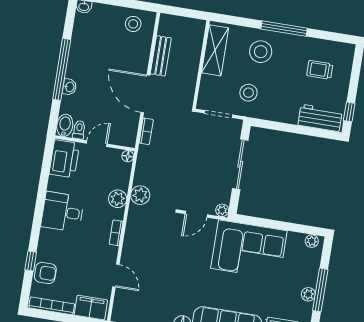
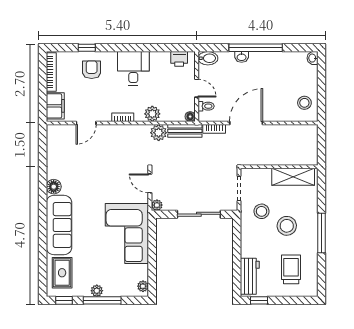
stool: (261, 52) -> (287, 226), moved
bench: (161, 56) -> (185, 131), moved
trolley: (320, 70) -> (291, 269), width x1.36, depth x1.39
toilet: (79, 130) -> (206, 106), moved
printer: (64, 159) -> (179, 59), width x0.53, depth x0.68
armchair: (45, 273) -> (92, 70), moved, turned 180

